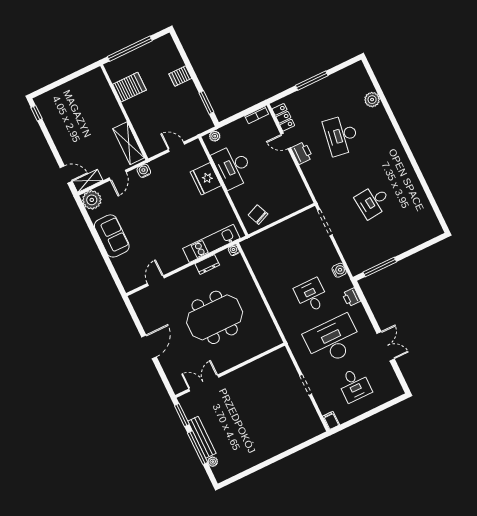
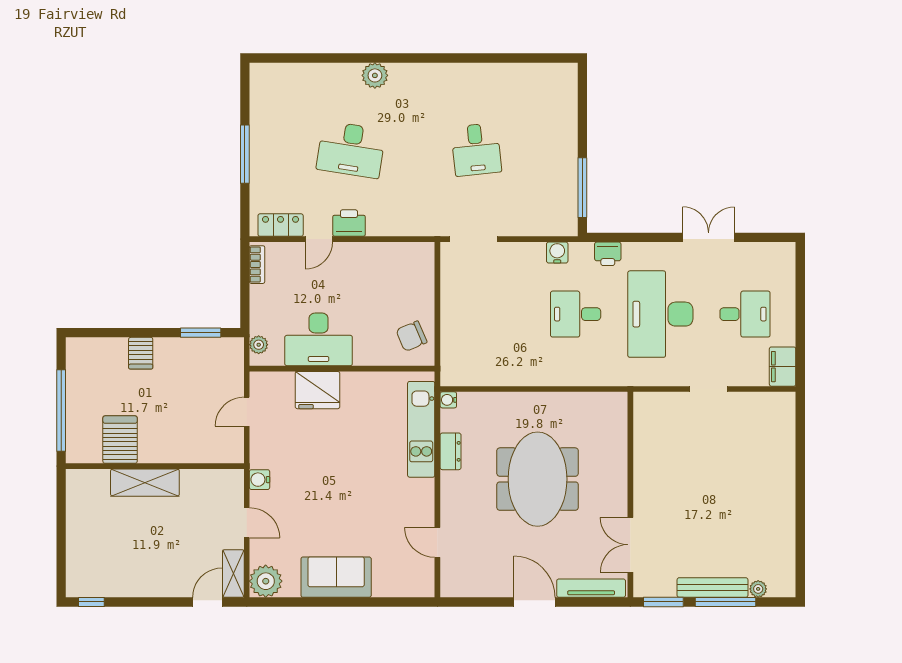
plant: (372, 100) -> (375, 75), moved
shelving: (129, 143) -> (145, 483), moved
tv unit: (171, 373) -> (591, 588), added
filing cabinet: (331, 421) -> (783, 367), width x2.00

